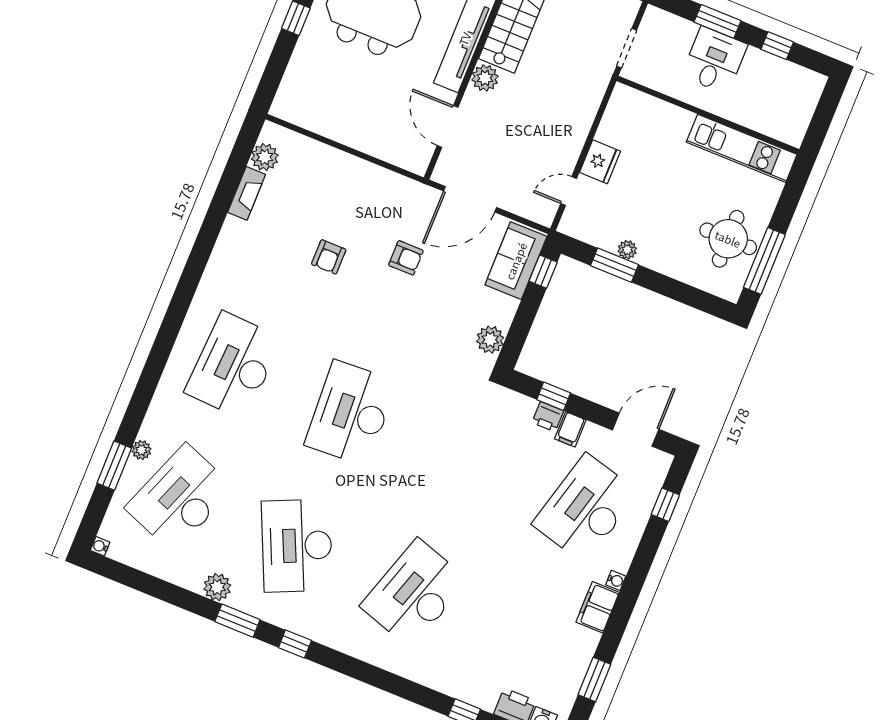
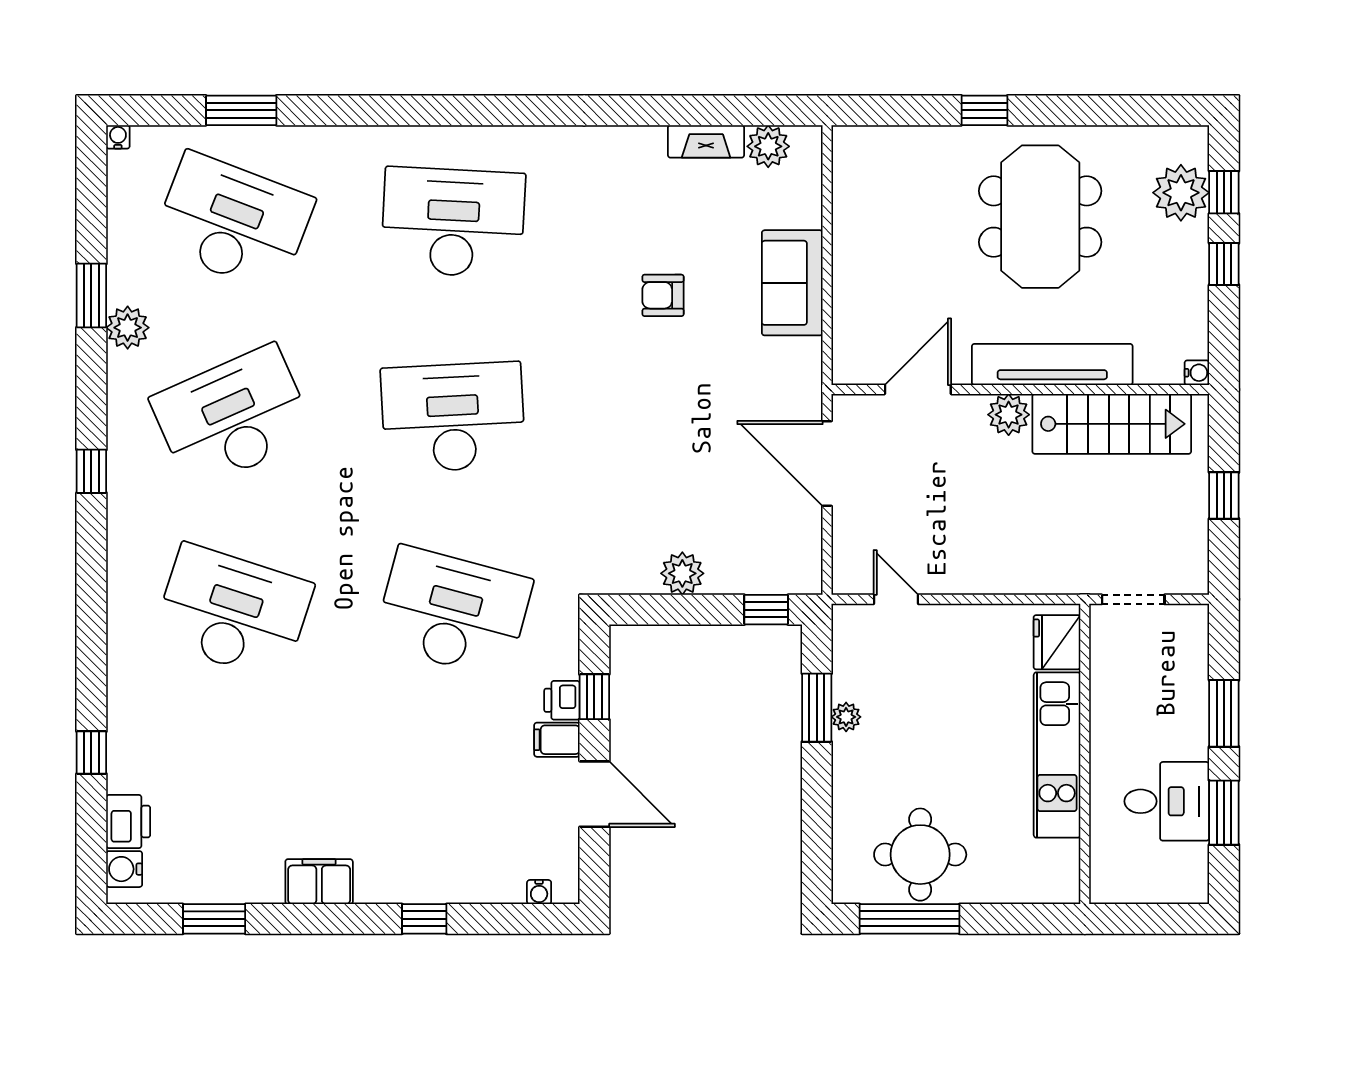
window: (777, 46) -> (1224, 813), width x1.50
desk: (714, 60) -> (1167, 801), moved
kitchen unit: (742, 148) -> (1057, 755), moved
fridge: (600, 162) -> (1057, 642), moved, turned 90
armchair: (406, 258) -> (706, 406), removed
sofa: (516, 261) -> (792, 283), moved, turned -90
plant: (490, 340) -> (682, 573), moved
door: (636, 430) -> (594, 794), moved
plant: (141, 450) -> (279, 140), removed
window: (665, 505) -> (424, 919), moved
desk: (585, 508) -> (453, 612), moved
water cooler: (616, 580) -> (539, 892), moved
window: (237, 621) -> (91, 296), moved

